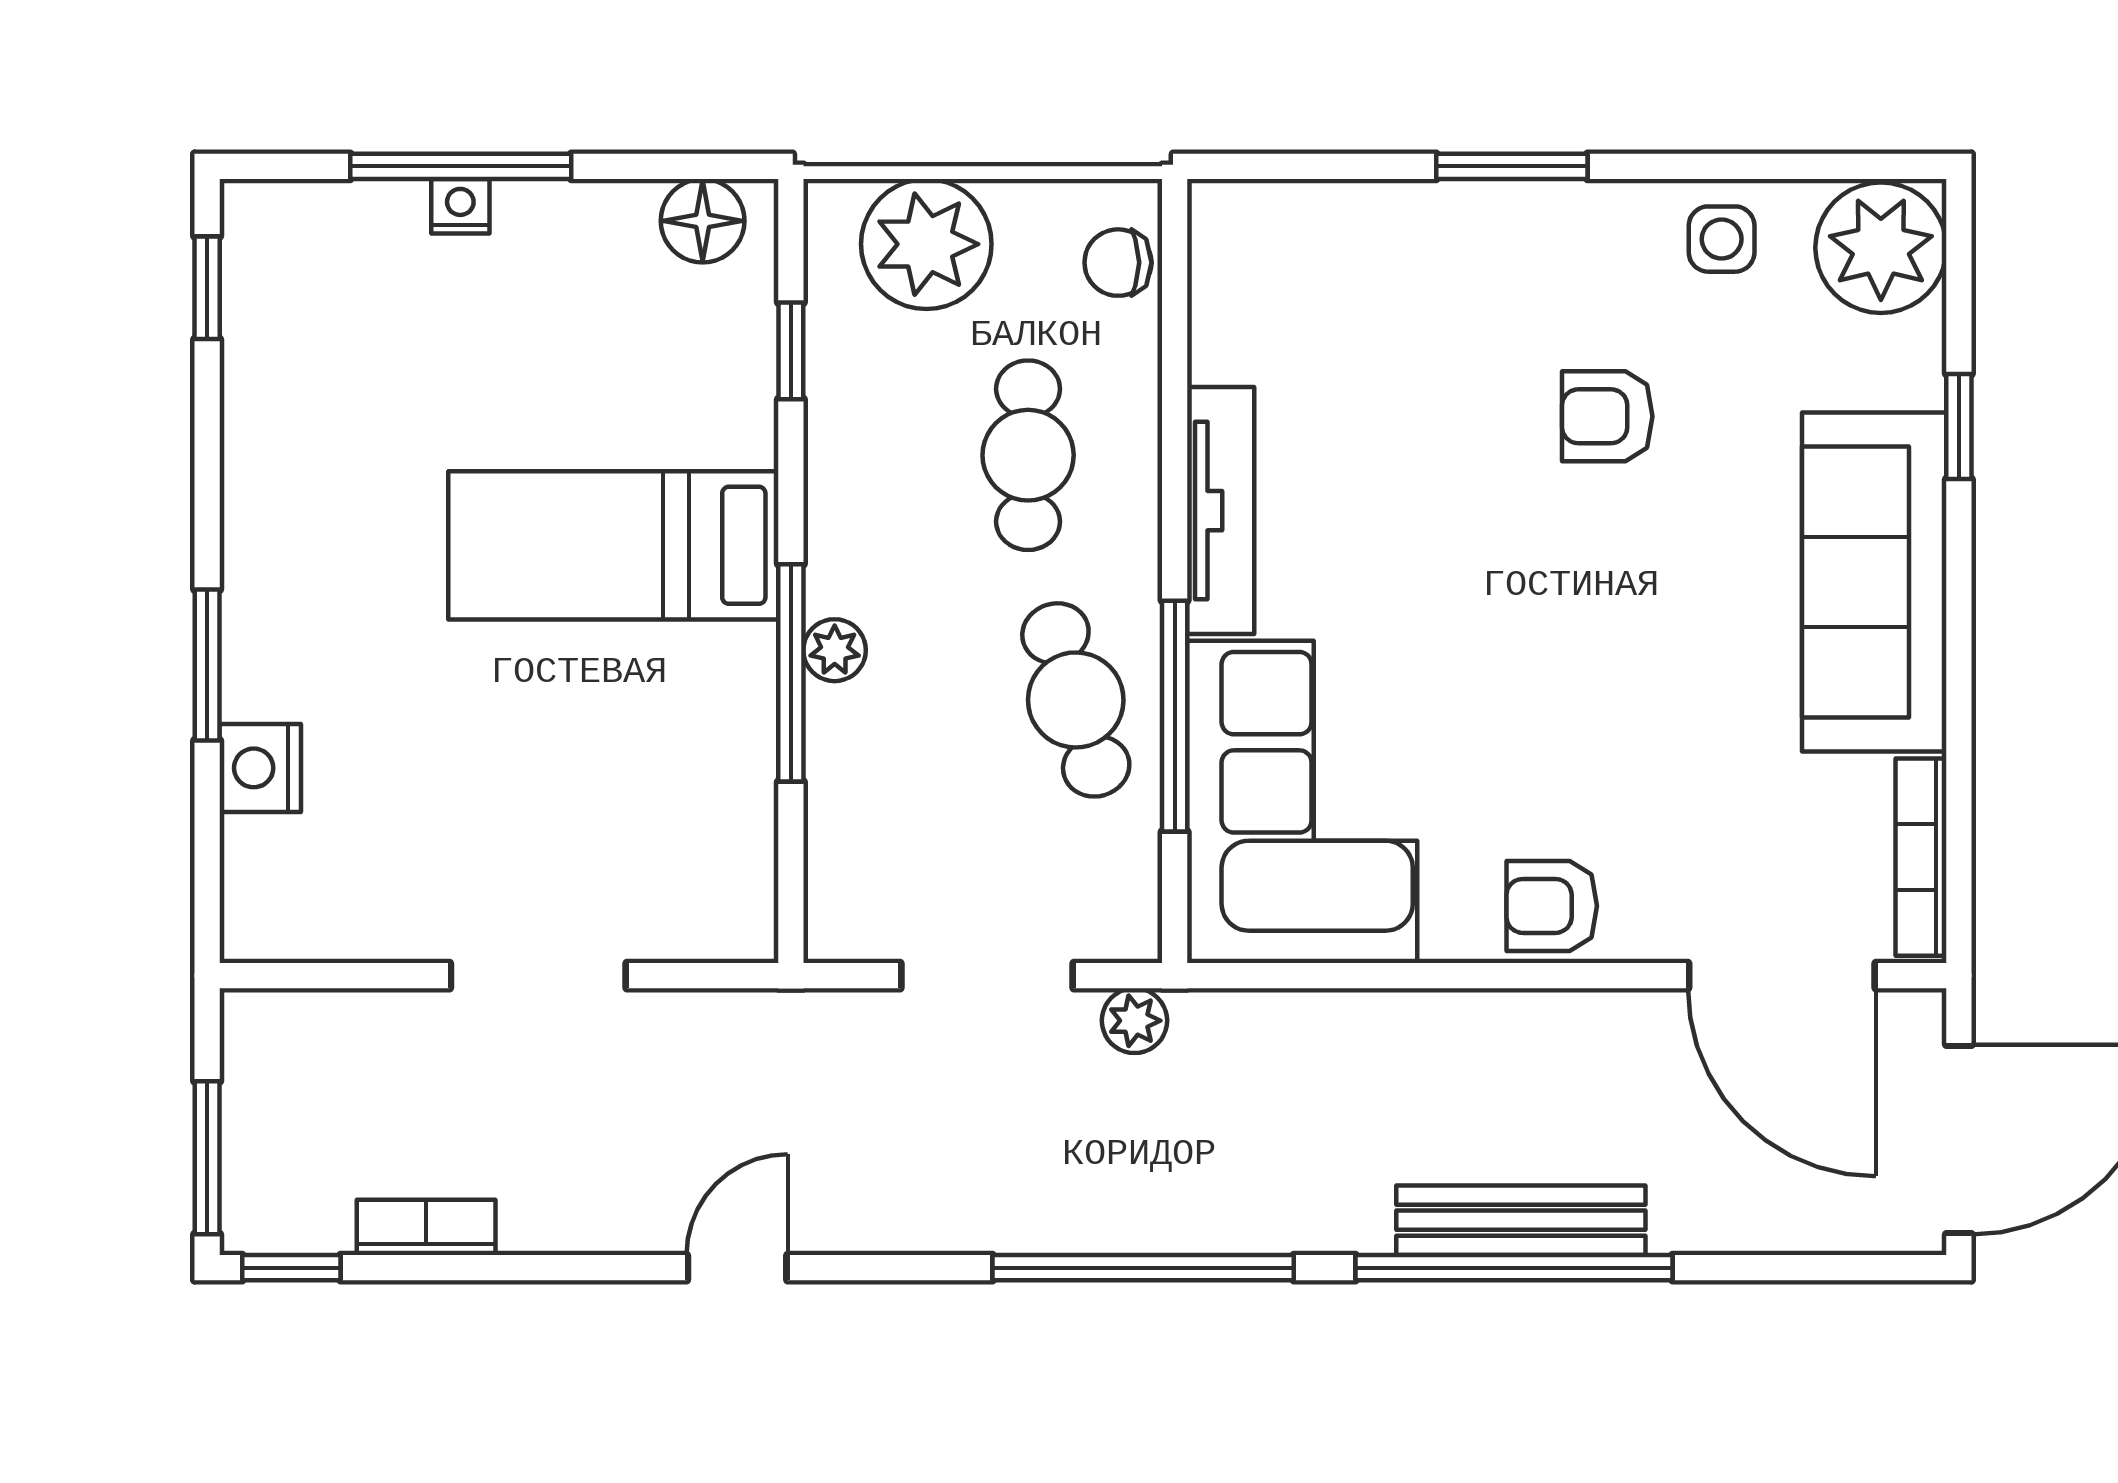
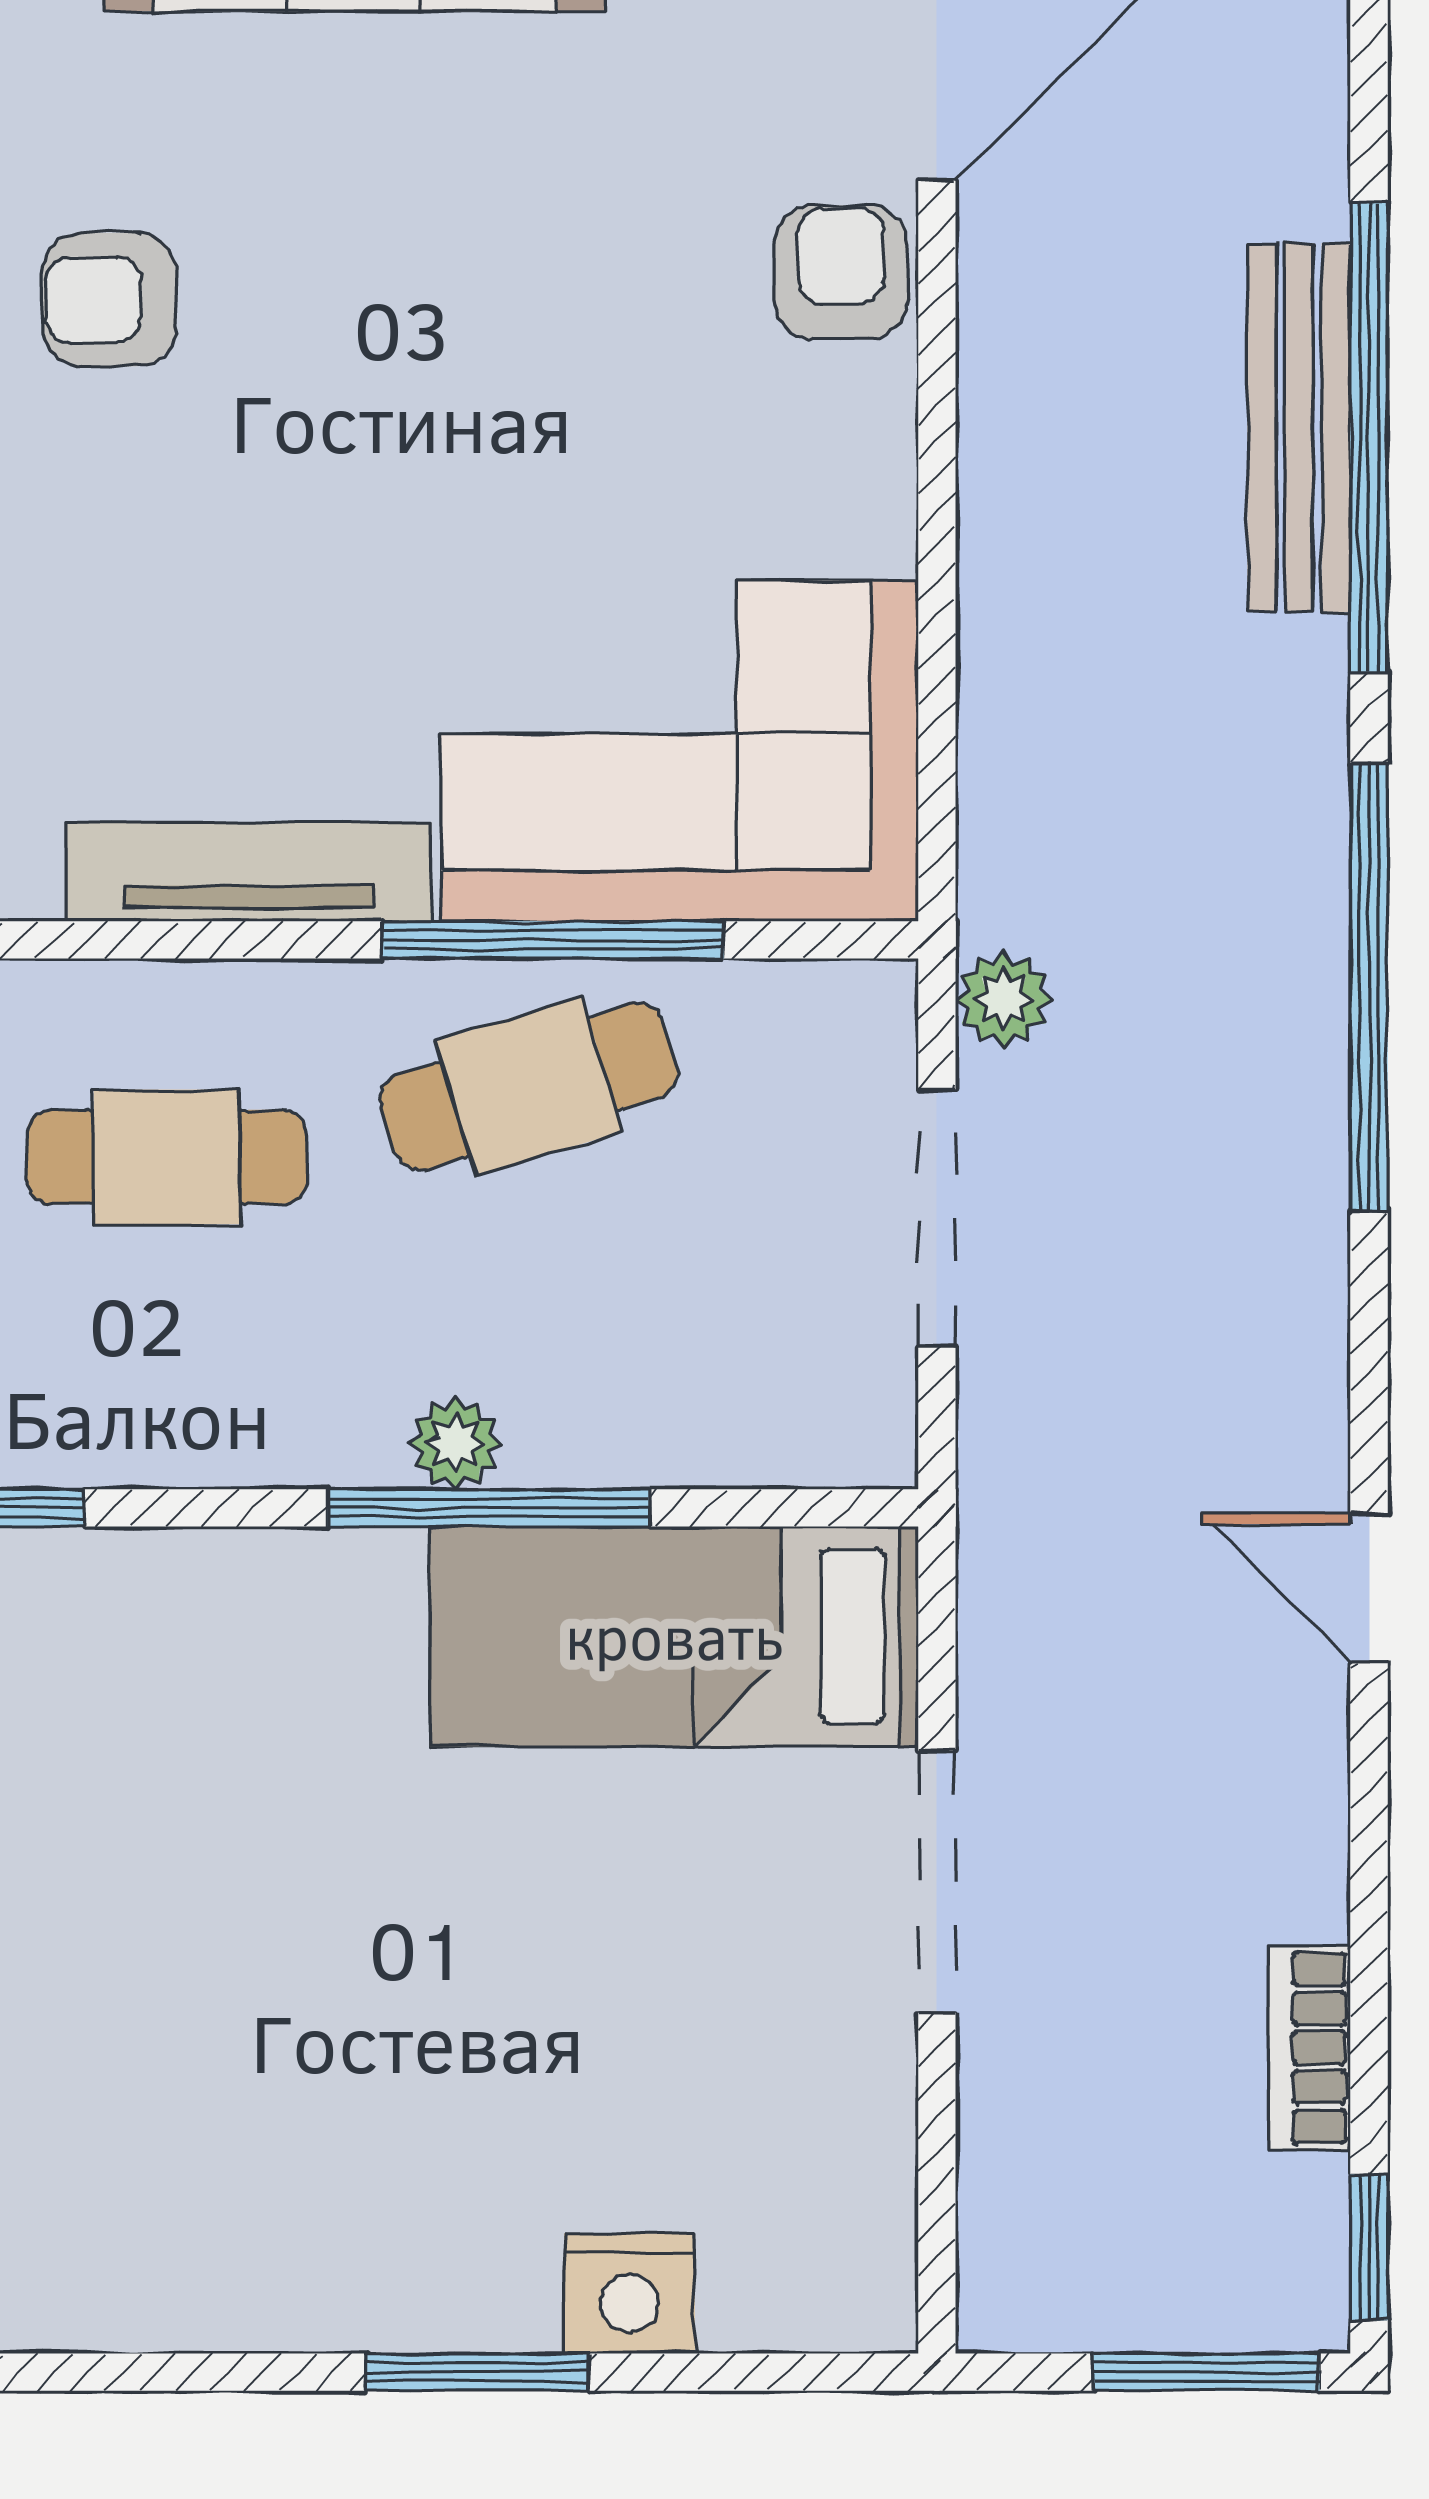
armchair: (1607, 416) -> (109, 300), turned 90
bed: (613, 545) -> (674, 1636), moved, turned 90
armchair: (1552, 906) -> (841, 272), moved, turned 180

